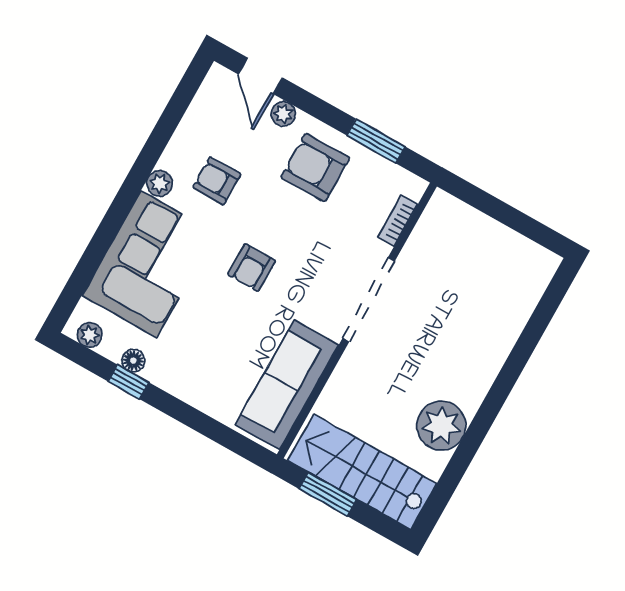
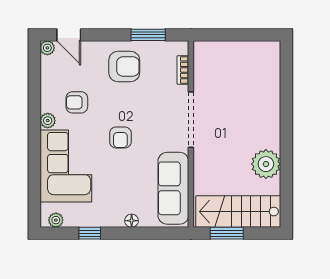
plant: (283, 114) -> (47, 48), moved
armchair: (315, 167) -> (124, 66), turned 180
floor lamp: (133, 361) -> (132, 221), moved

